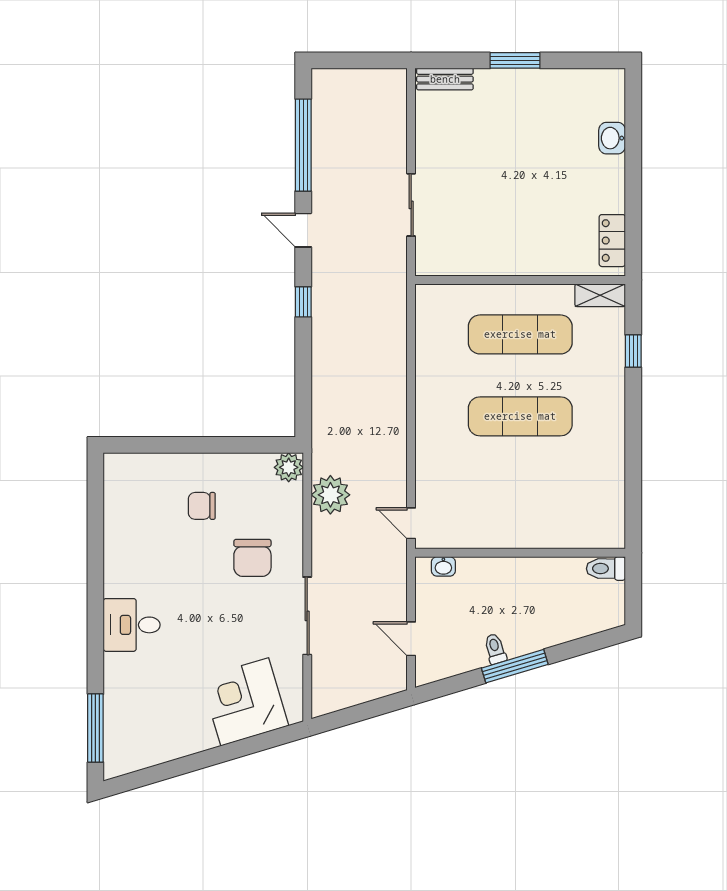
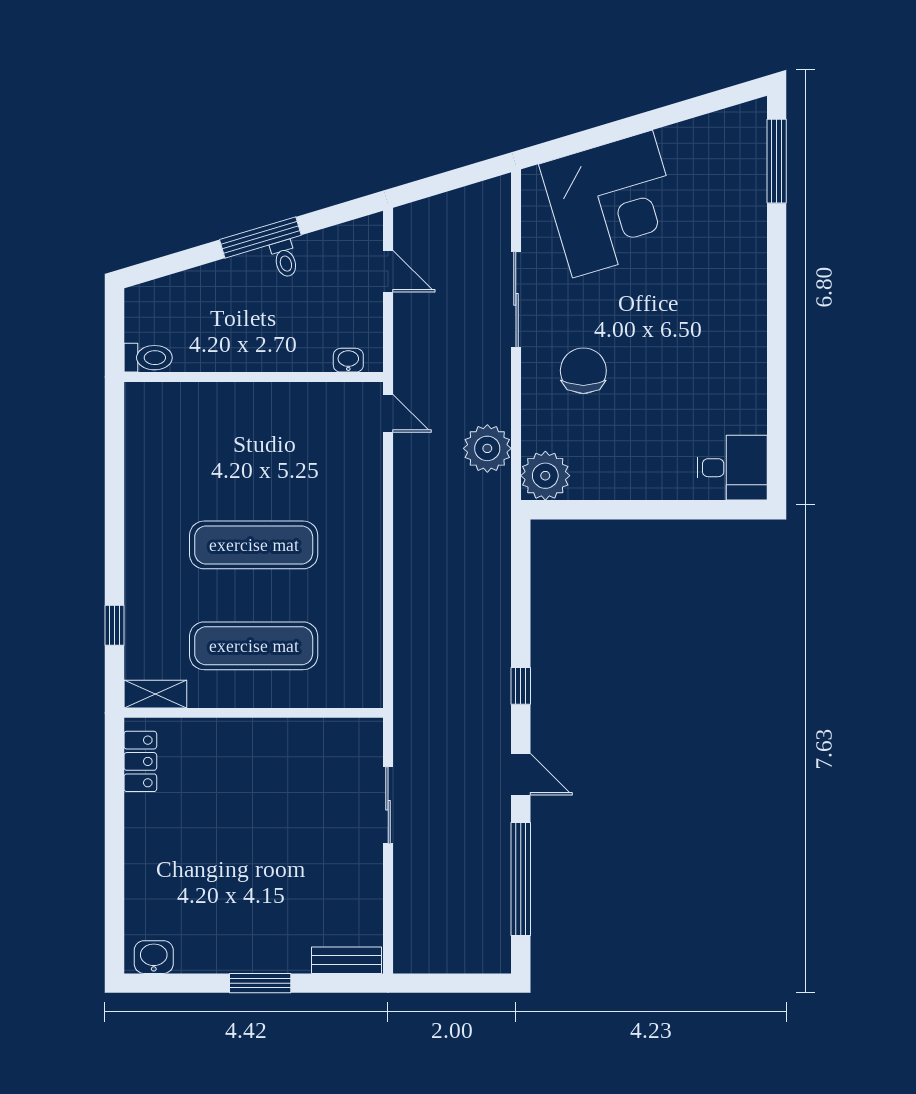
washbasin: (612, 138) -> (154, 957), moved, turned -90
plant: (289, 467) -> (545, 476), width x1.36, depth x1.36
chair: (202, 506) -> (646, 435), removed
desk: (132, 625) -> (732, 468), moved
corner desk: (245, 702) -> (613, 204), width x1.36, depth x1.36

